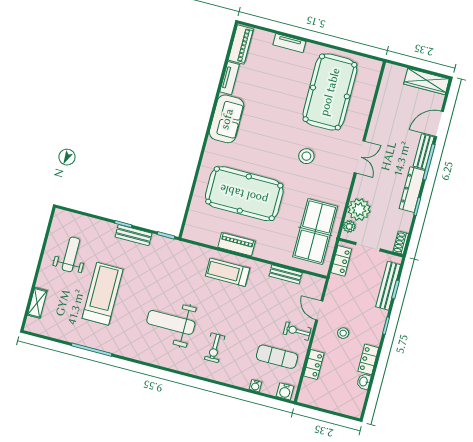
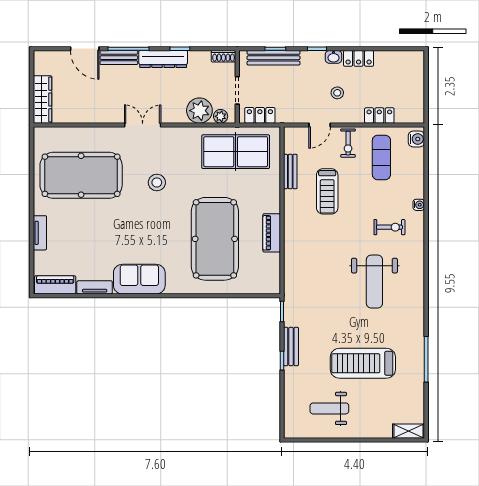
wardrobe: (426, 82) -> (43, 99), moved
treadmill: (227, 272) -> (327, 191), moved
shelving: (37, 303) -> (409, 431), moved
washbasin: (364, 382) -> (333, 57), moved
water cooler: (255, 386) -> (419, 205), moved

